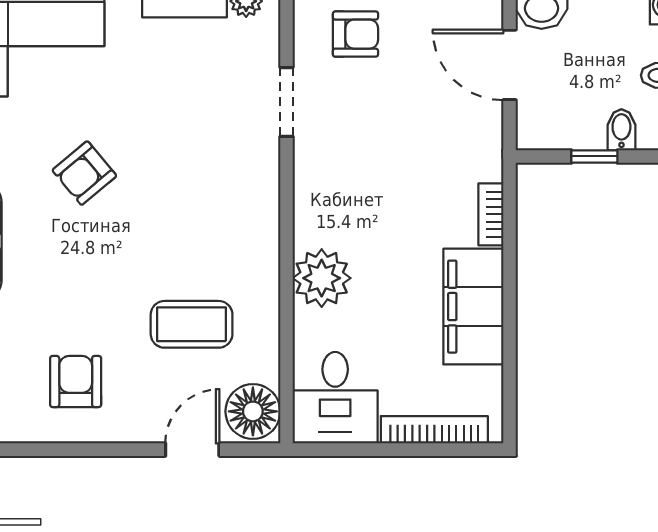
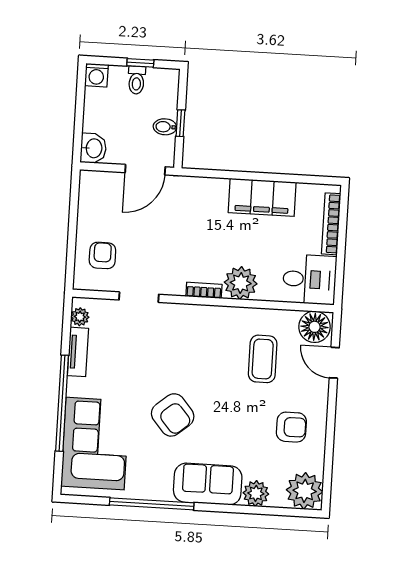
door: (509, 65) -> (145, 170), moved
bidet: (621, 130) -> (165, 127), moved
armchair: (84, 173) -> (173, 415), width x1.38, depth x1.38
bookcase: (491, 214) -> (204, 290), moved, turned 180
armchair: (76, 382) -> (291, 427), turned 180

